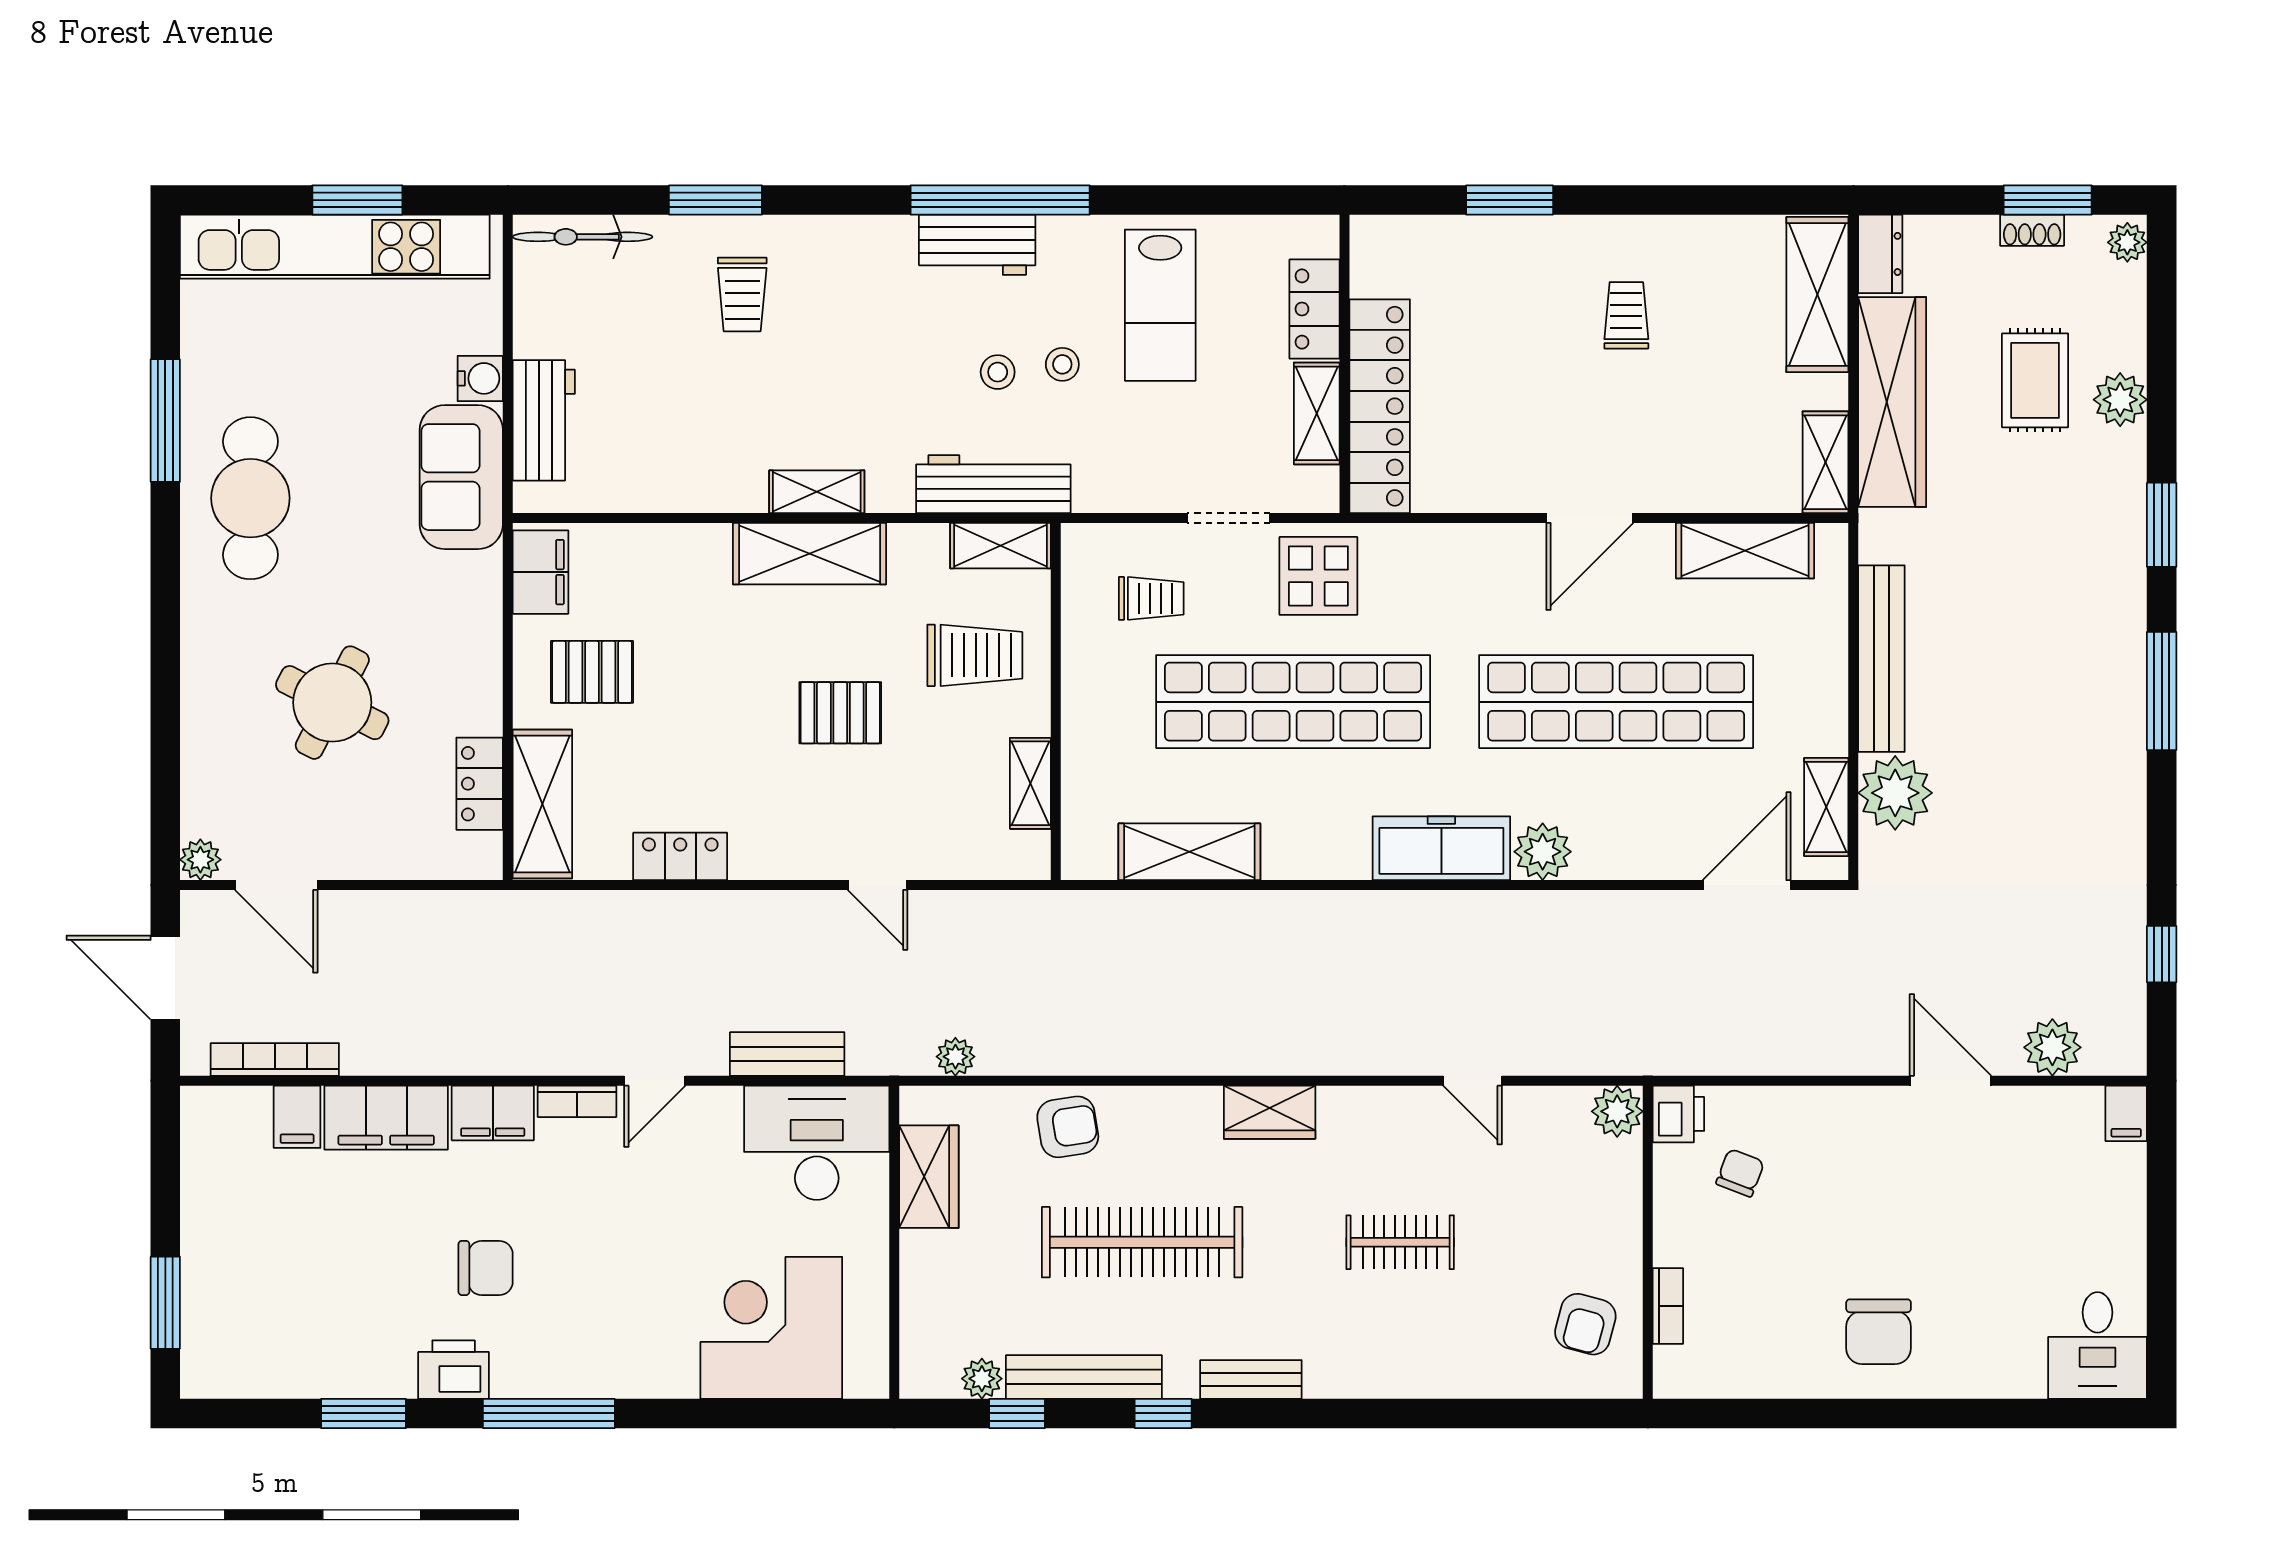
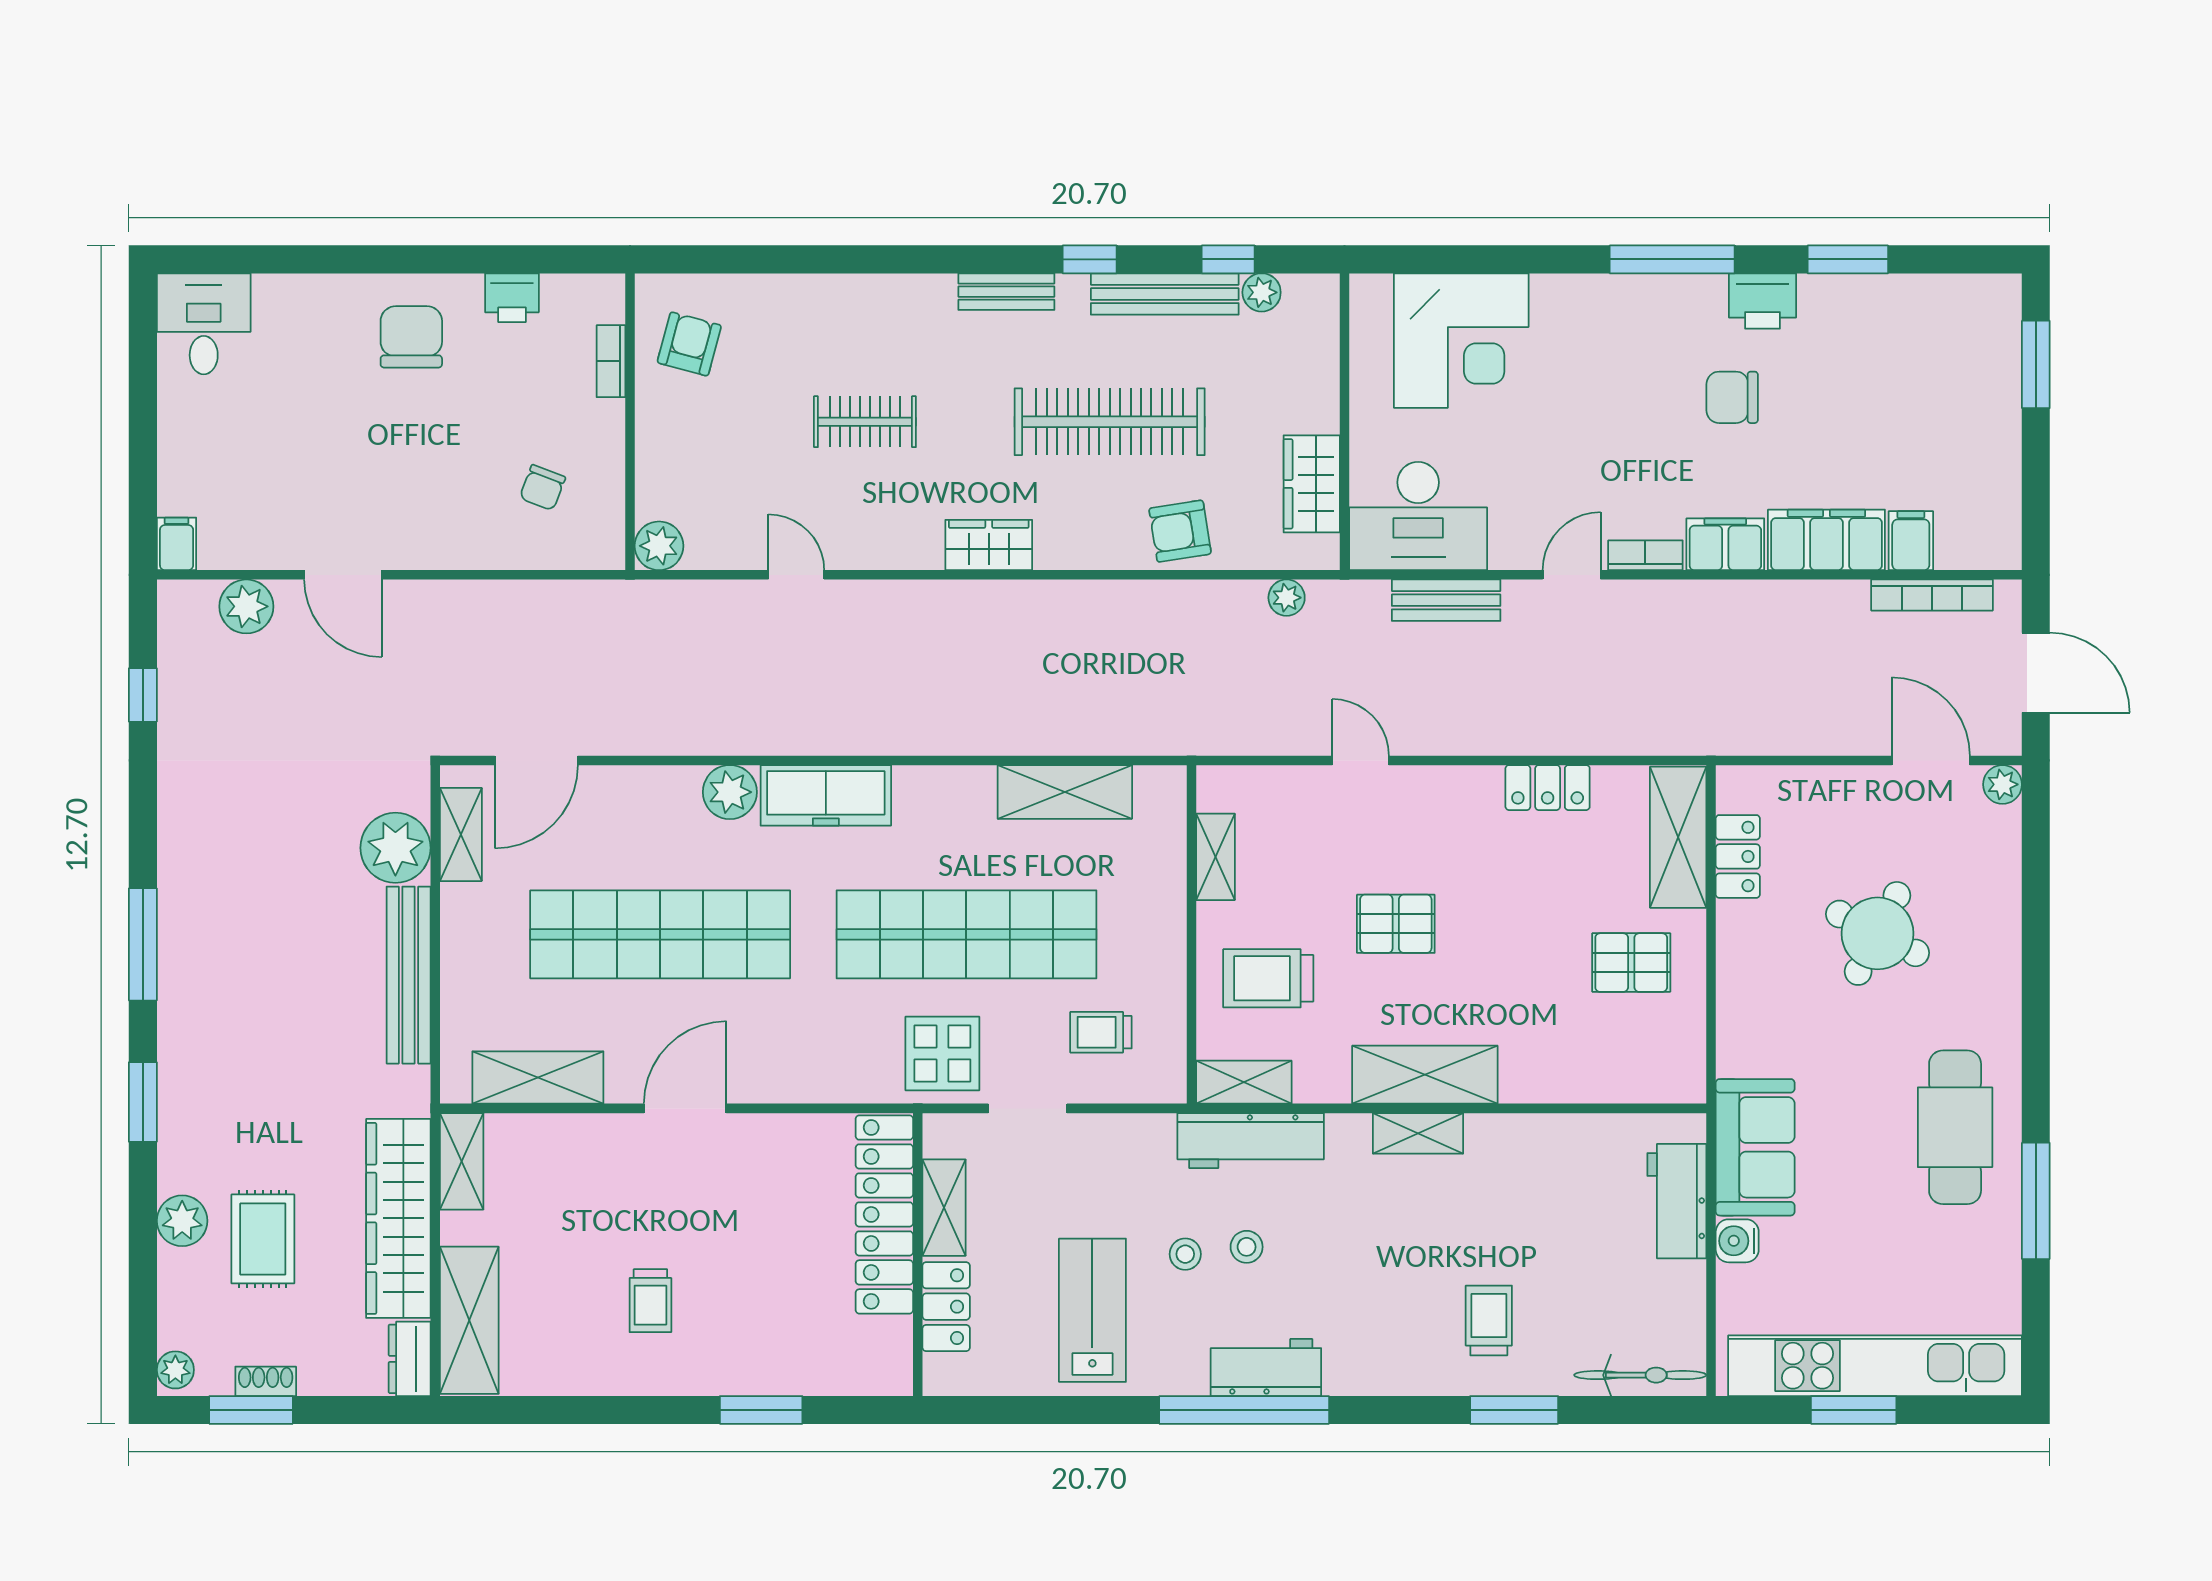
filing cabinet: (541, 572) -> (1680, 1057), removed
printer: (1678, 1114) -> (512, 298), moved, turned -90

